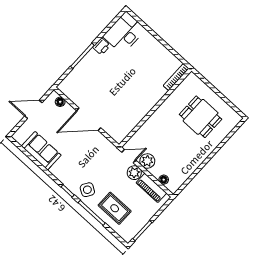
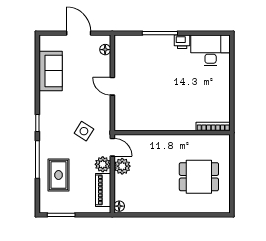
dining table: (201, 117) -> (199, 177), turned 90
door: (89, 119) -> (112, 86), width x0.53
floor lamp: (164, 180) -> (119, 206), moved
side table: (87, 190) -> (84, 131), moved

